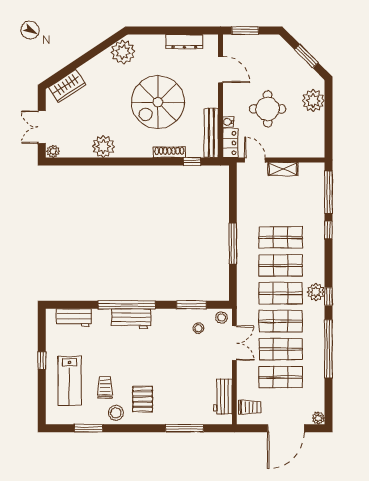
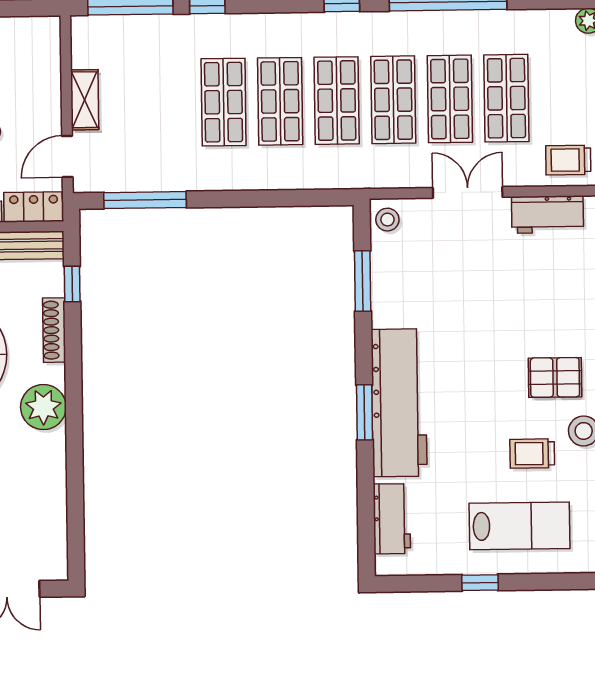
plant: (103, 146) -> (43, 407), moved
plant: (53, 151) -> (55, 566), removed
window: (233, 244) -> (145, 200), moved
plant: (316, 292) -> (333, 29), removed
window: (127, 305) -> (364, 412), width x0.47
workbench: (131, 319) -> (399, 403), width x1.88, depth x1.32
stool: (198, 328) -> (409, 266), removed
double door: (234, 343) -> (468, 192), moved
trolley: (250, 407) -> (568, 160), turned -90

